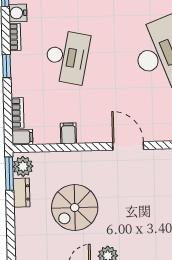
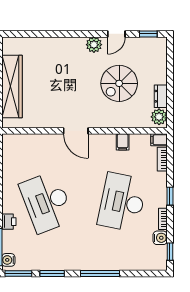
desk: (67, 57) -> (122, 202), width x1.36, depth x1.30
window: (9, 174) -> (170, 111), removed
spiral stairs: (75, 208) -> (119, 83), turned 180

